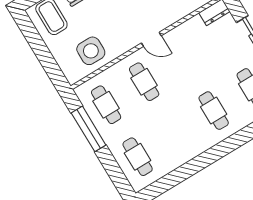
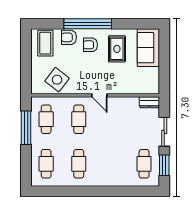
side table: (91, 51) -> (57, 80), turned 38
cafe table: (214, 111) -> (79, 164), moved

